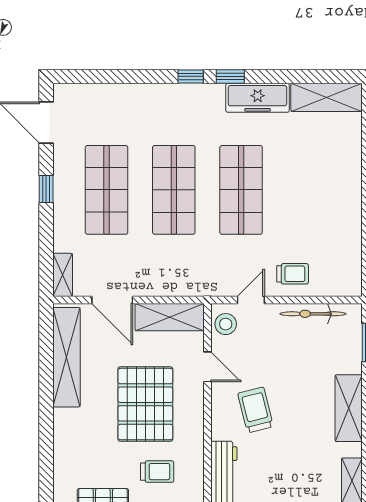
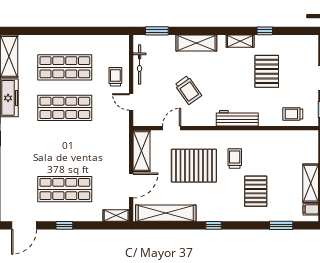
shop shelf: (174, 190) -> (65, 67), moved
stool: (226, 324) -> (146, 117), removed
trolley: (256, 410) -> (188, 90), moved, turned -111
window: (46, 436) -> (214, 225), added

